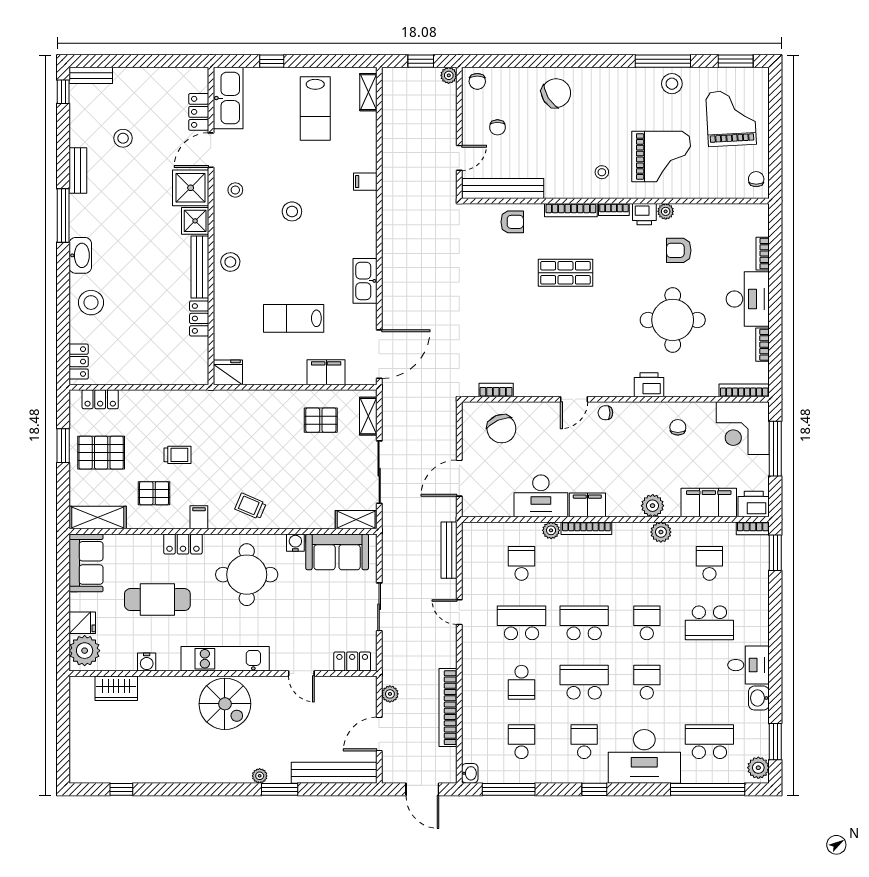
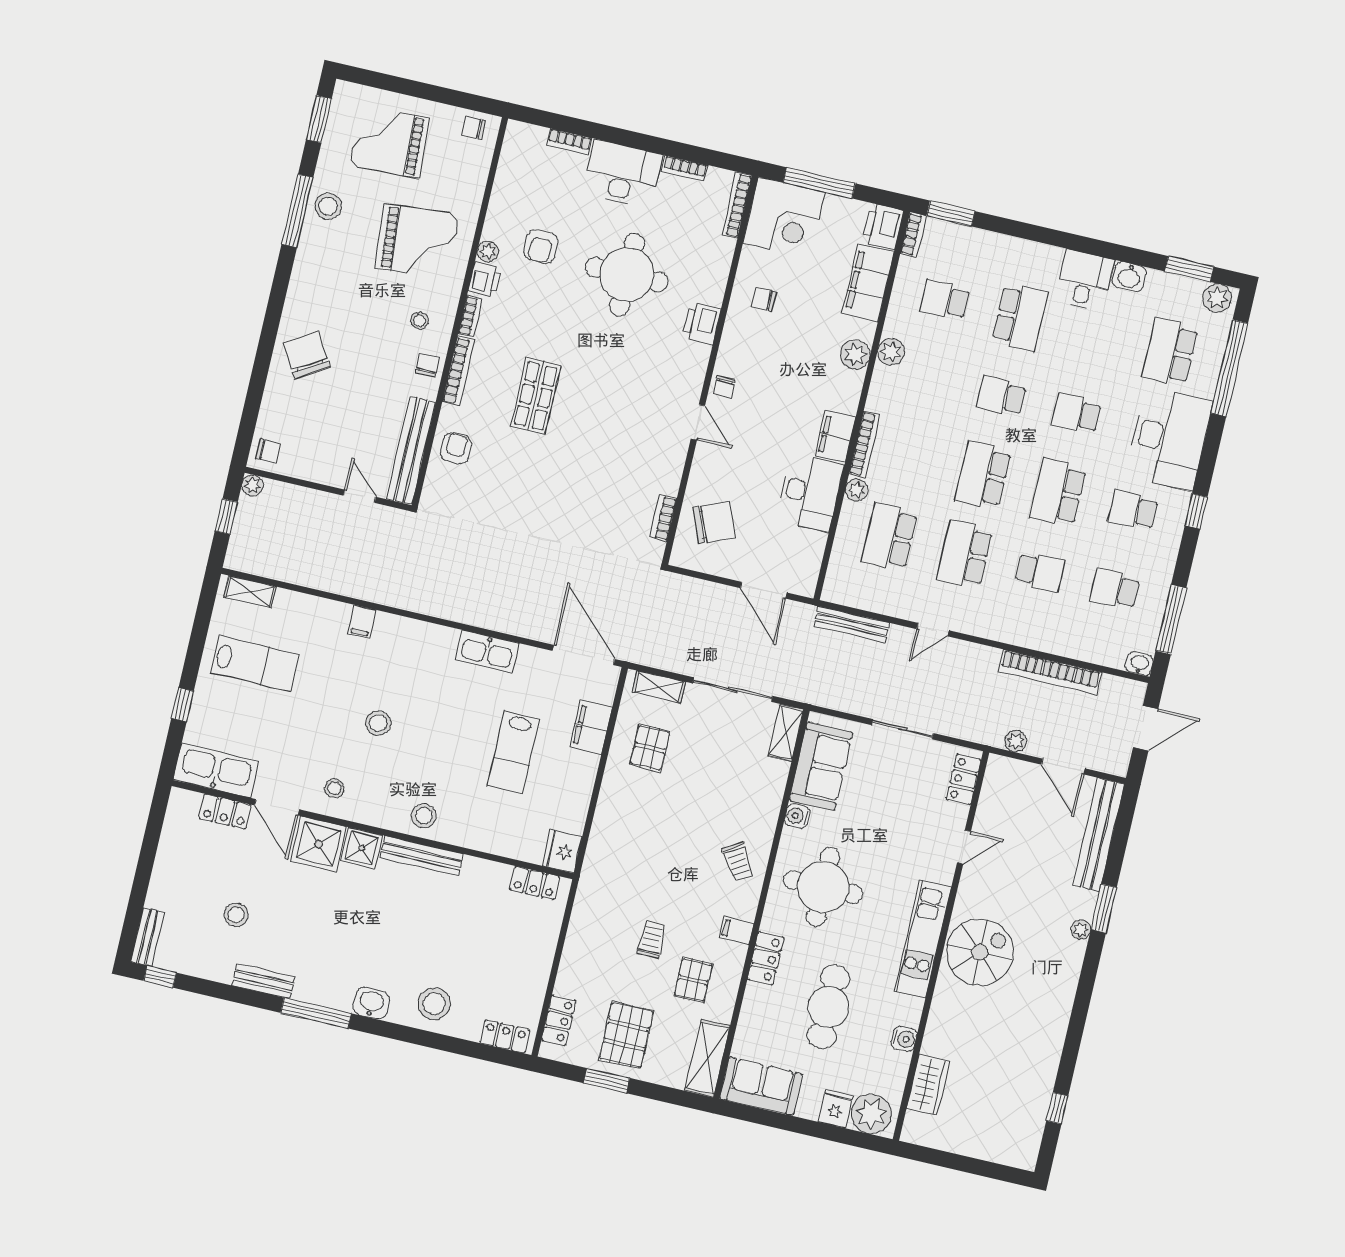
chair: (497, 127) -> (427, 365), moved, turned -90
grand piano: (661, 156) -> (417, 241), turned 85
washbasin: (80, 255) -> (371, 1003), width x0.72
locker: (199, 318) -> (535, 883), moved
trolley: (251, 506) -> (738, 862), turned -54
school desk: (522, 563) -> (890, 537), width x1.85

